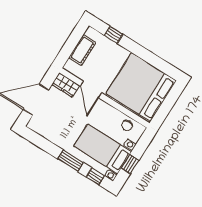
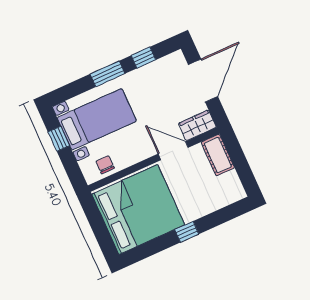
window: (113, 35) -> (187, 232), moved
cot: (82, 50) -> (218, 155), moved
window: (95, 176) -> (143, 58), moved

